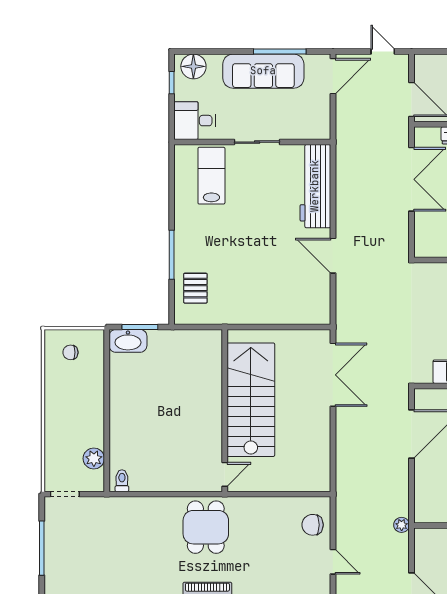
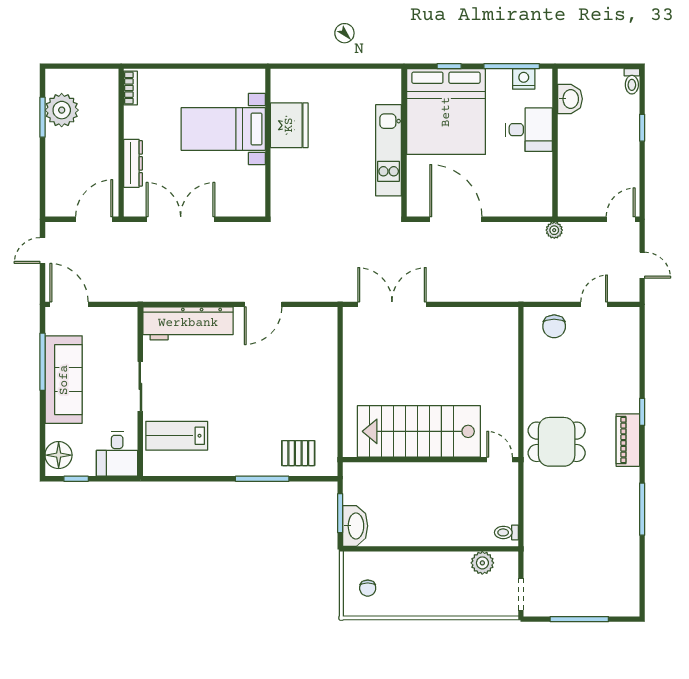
stairs: (251, 400) -> (419, 431), moved
wall: (225, 411) -> (431, 460), moved
door: (225, 474) -> (500, 460), moved

